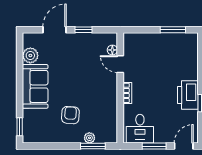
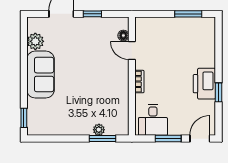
armchair: (70, 115) -> (78, 105), removed

